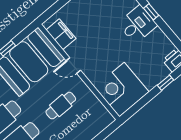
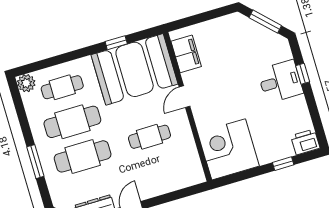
door: (73, 66) -> (185, 97), hinge flipped

